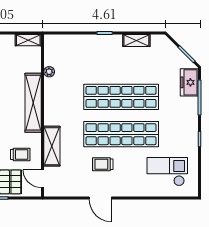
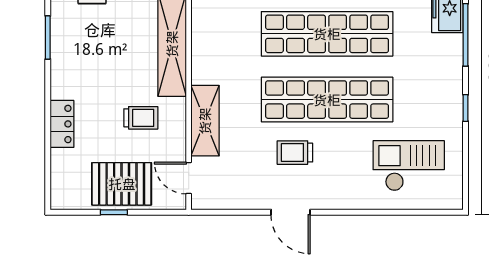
trolley: (20, 155) -> (141, 118), moved

